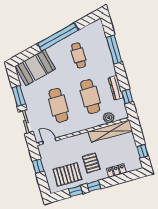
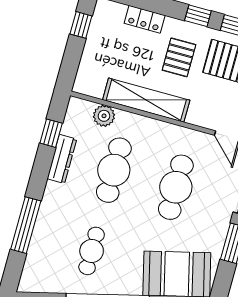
shelving: (110, 131) -> (146, 100), moved

